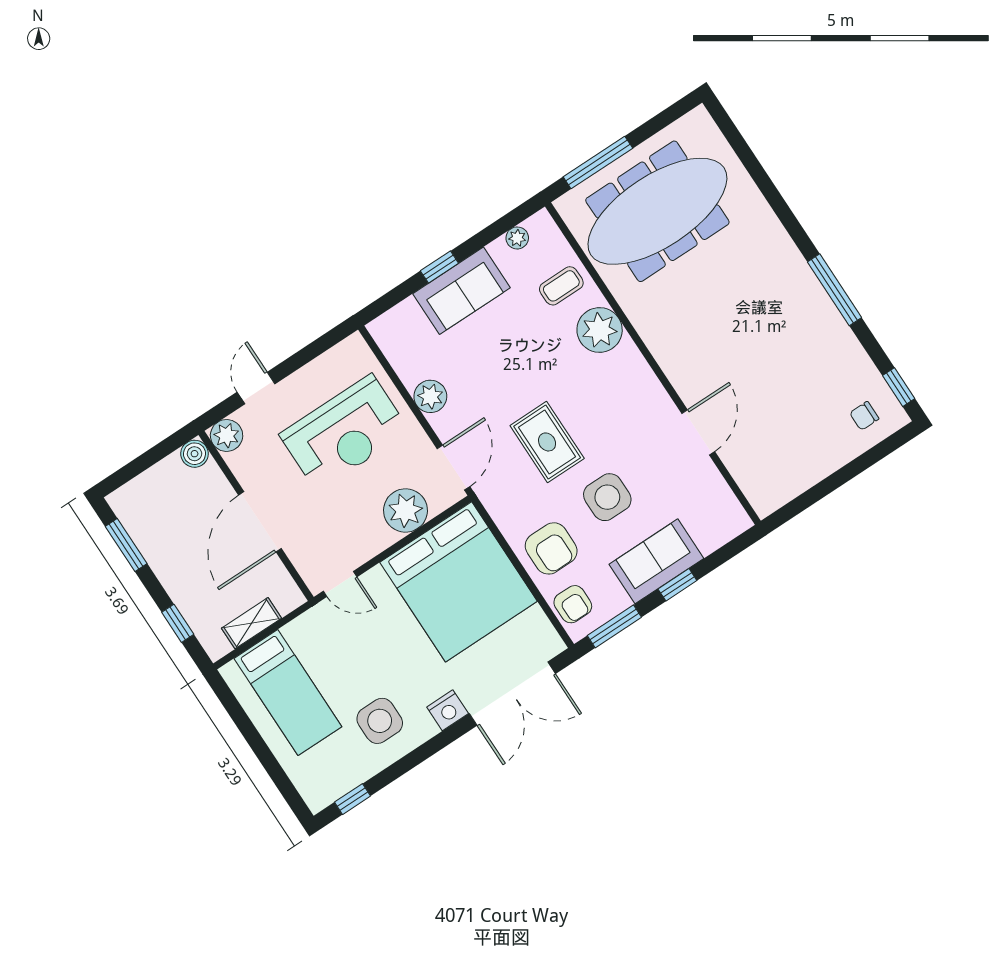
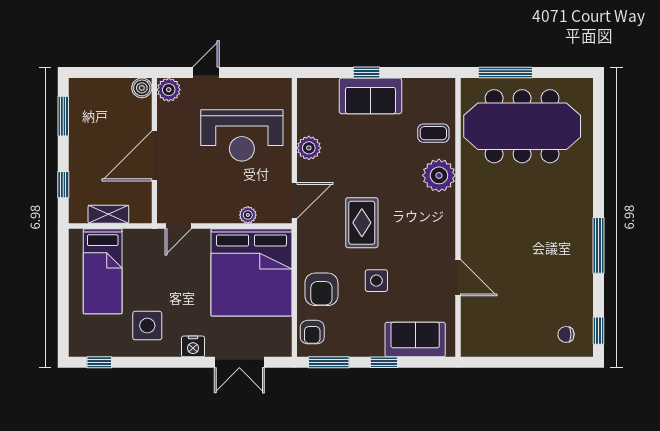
plant: (517, 238) -> (426, 86), removed
door: (698, 432) -> (458, 278), hinge flipped
side table: (607, 497) -> (376, 281), width x0.73, depth x0.73
plant: (405, 511) -> (248, 215), width x0.53, depth x0.53
sofa: (656, 561) -> (415, 340), moved
door: (340, 584) -> (178, 226), hinge flipped
double door: (512, 694) -> (239, 362), width x0.73

